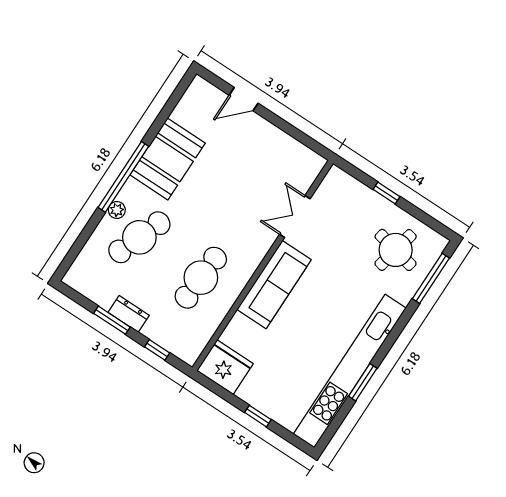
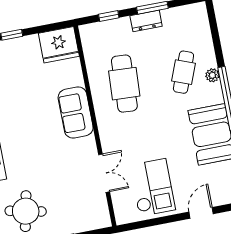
checkout: (265, 163) -> (153, 187), added
cafe table: (139, 237) -> (183, 72), width x0.73, depth x0.74
sofa: (274, 285) -> (76, 112), width x0.73

